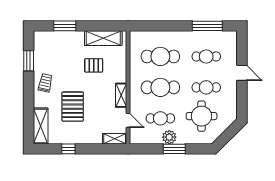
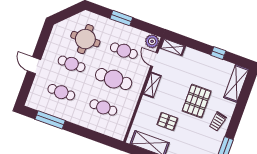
cafe table: (160, 56) -> (103, 107), width x0.73, depth x0.74
pallet: (73, 107) -> (197, 101), moved
plant: (169, 137) -> (152, 41), moved

